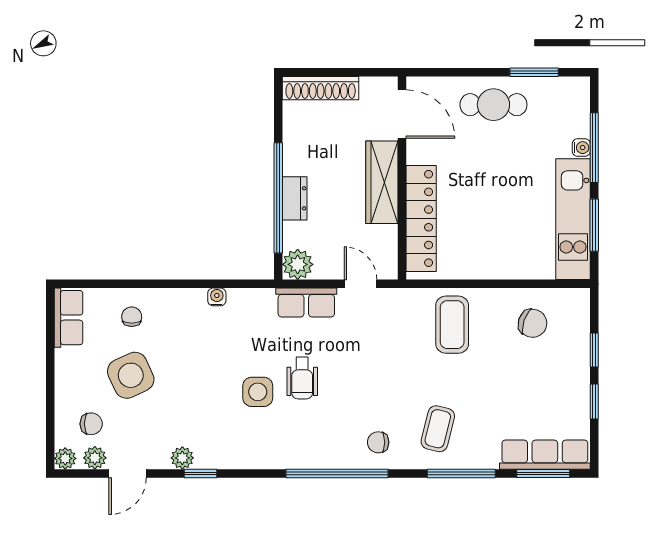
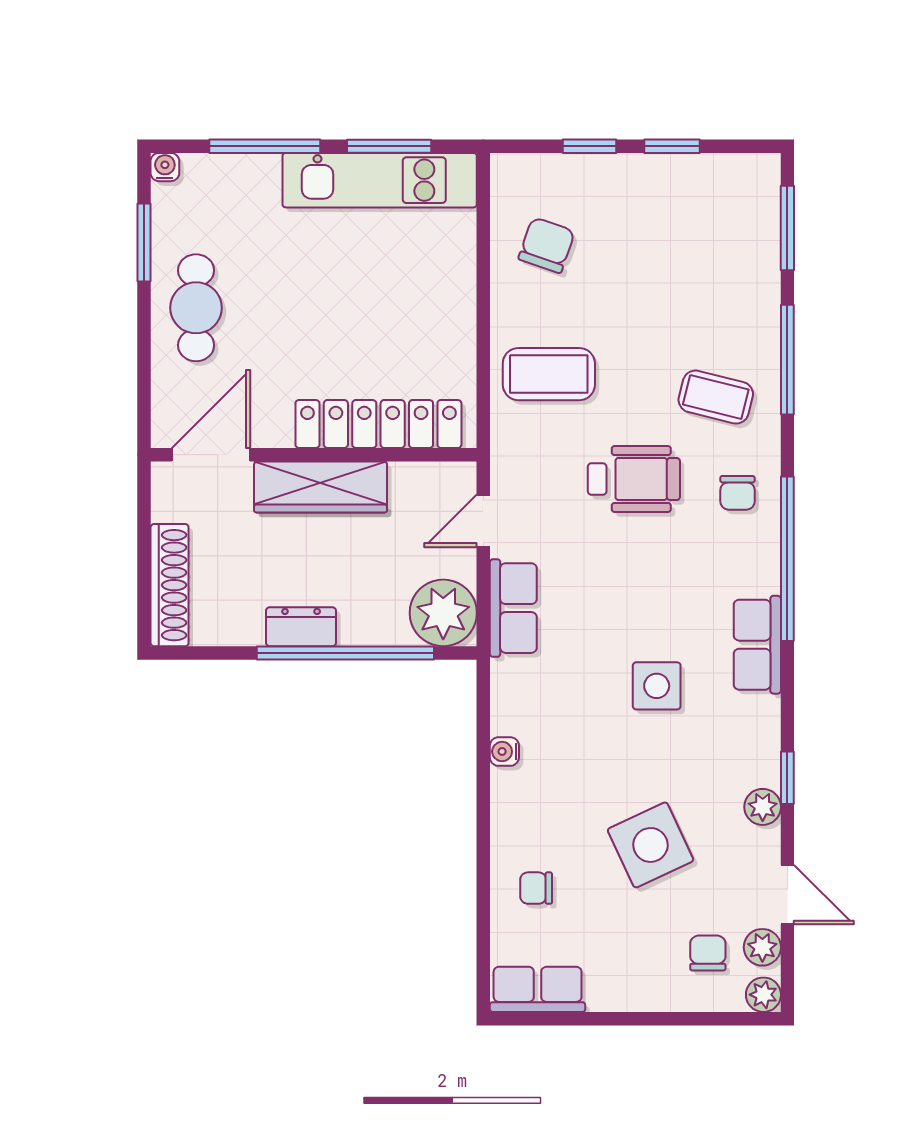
water cooler: (581, 148) -> (165, 167), moved
dresser: (295, 198) -> (301, 627), moved
plant: (298, 264) -> (443, 613), width x1.36, depth x1.36
side table: (131, 375) -> (650, 845), moved
wheelchair: (302, 378) -> (634, 479), moved, width x1.36, depth x1.37
row of seats: (545, 455) -> (757, 645), moved, width x0.68

